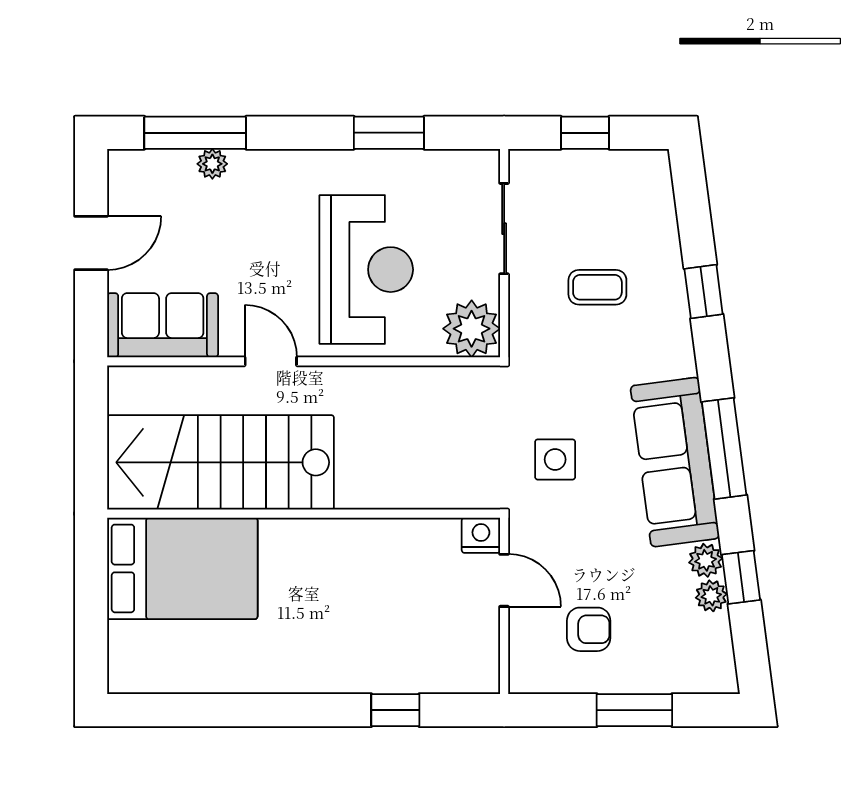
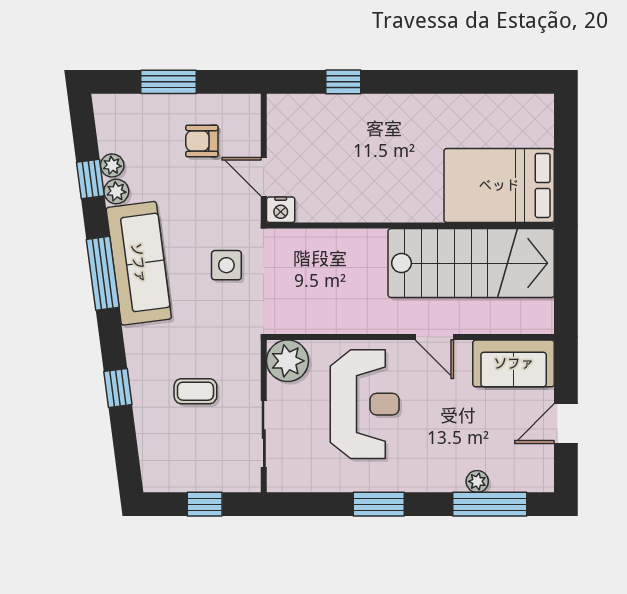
window: (389, 133) -> (379, 504), moved
reception desk: (366, 270) -> (365, 404), turned 180

